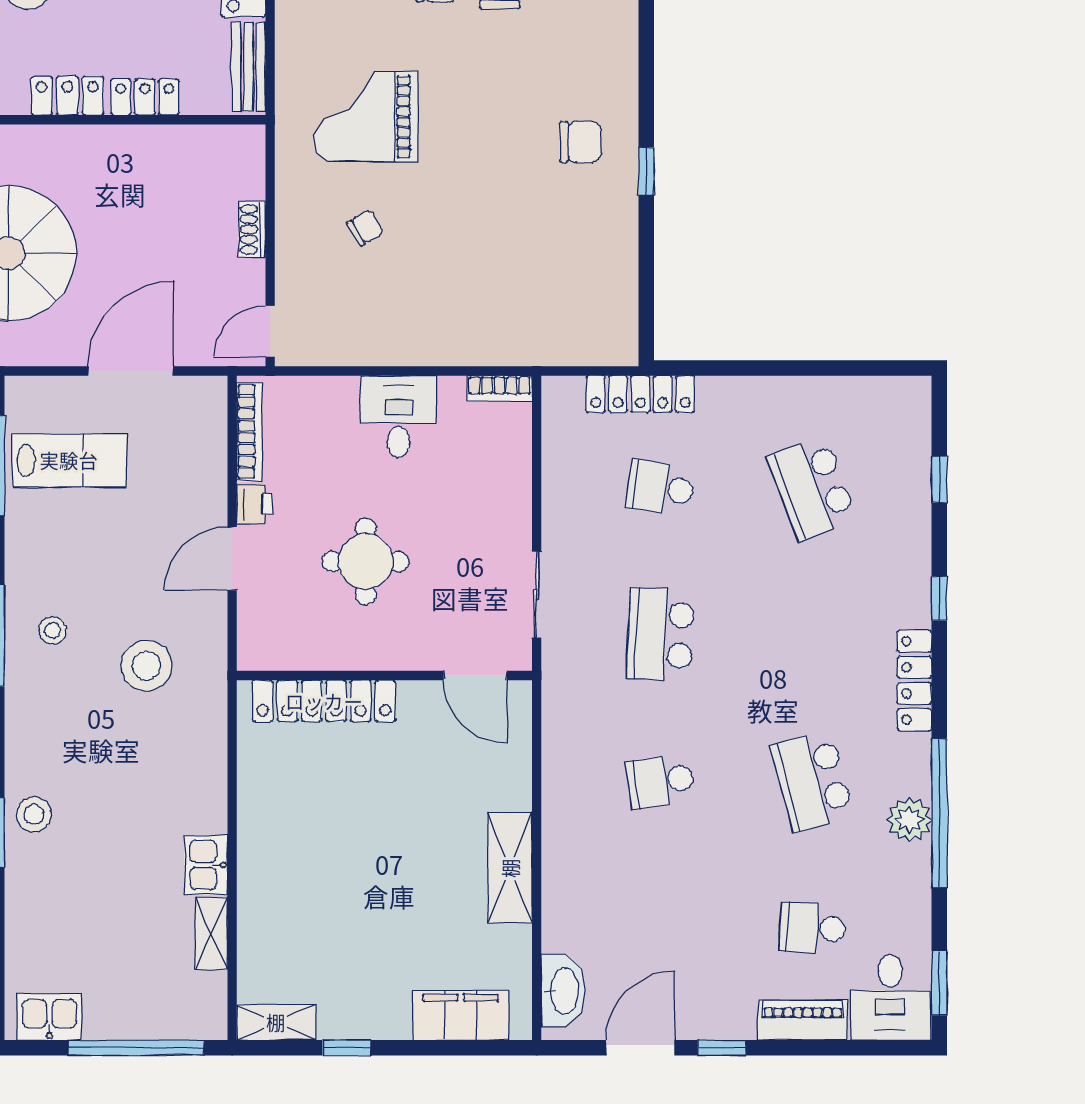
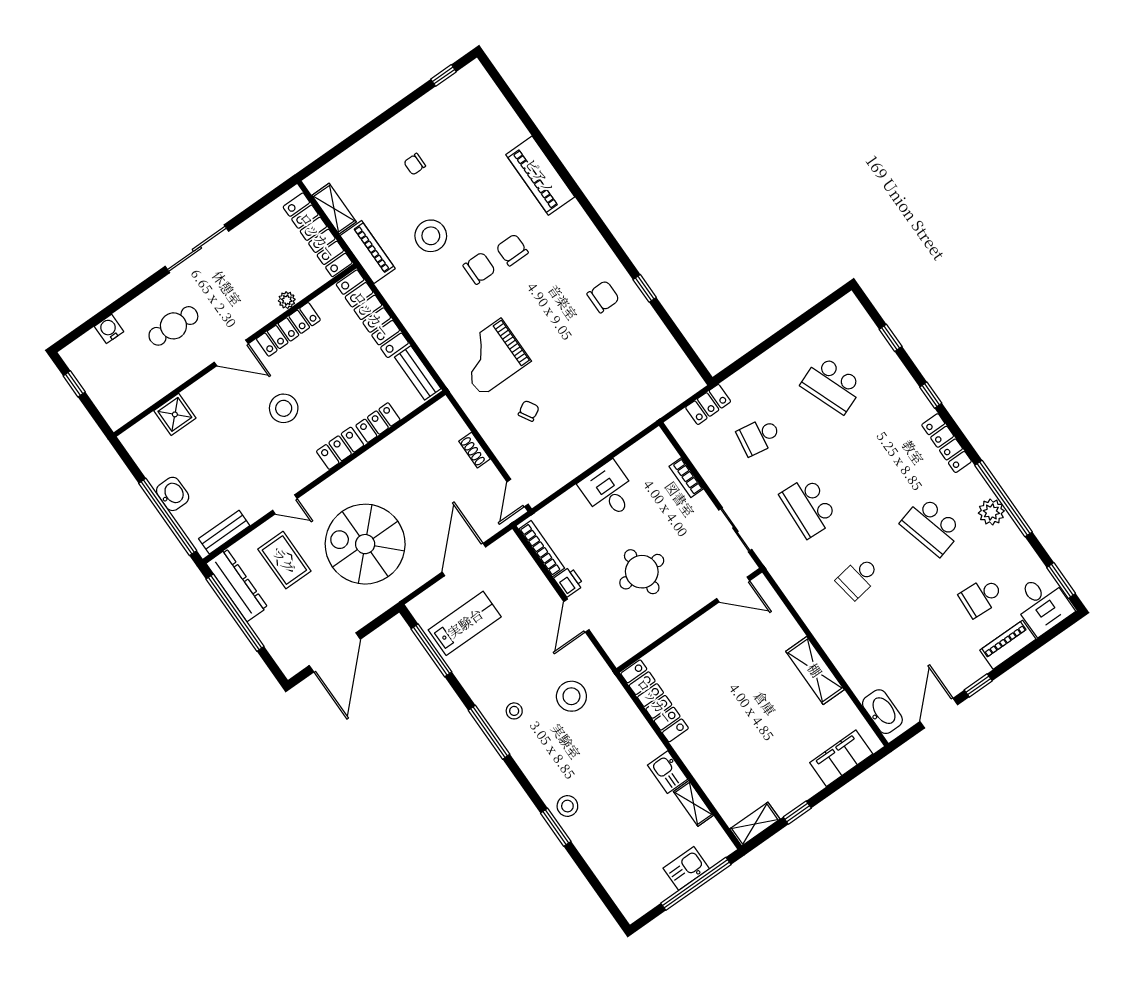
bookcase: (500, 389) -> (686, 478), moved, turned 90
locker: (640, 394) -> (708, 404), width x0.66
locker: (324, 701) -> (655, 701), moved, turned -90
kitchen sink: (49, 1017) -> (686, 868), moved

